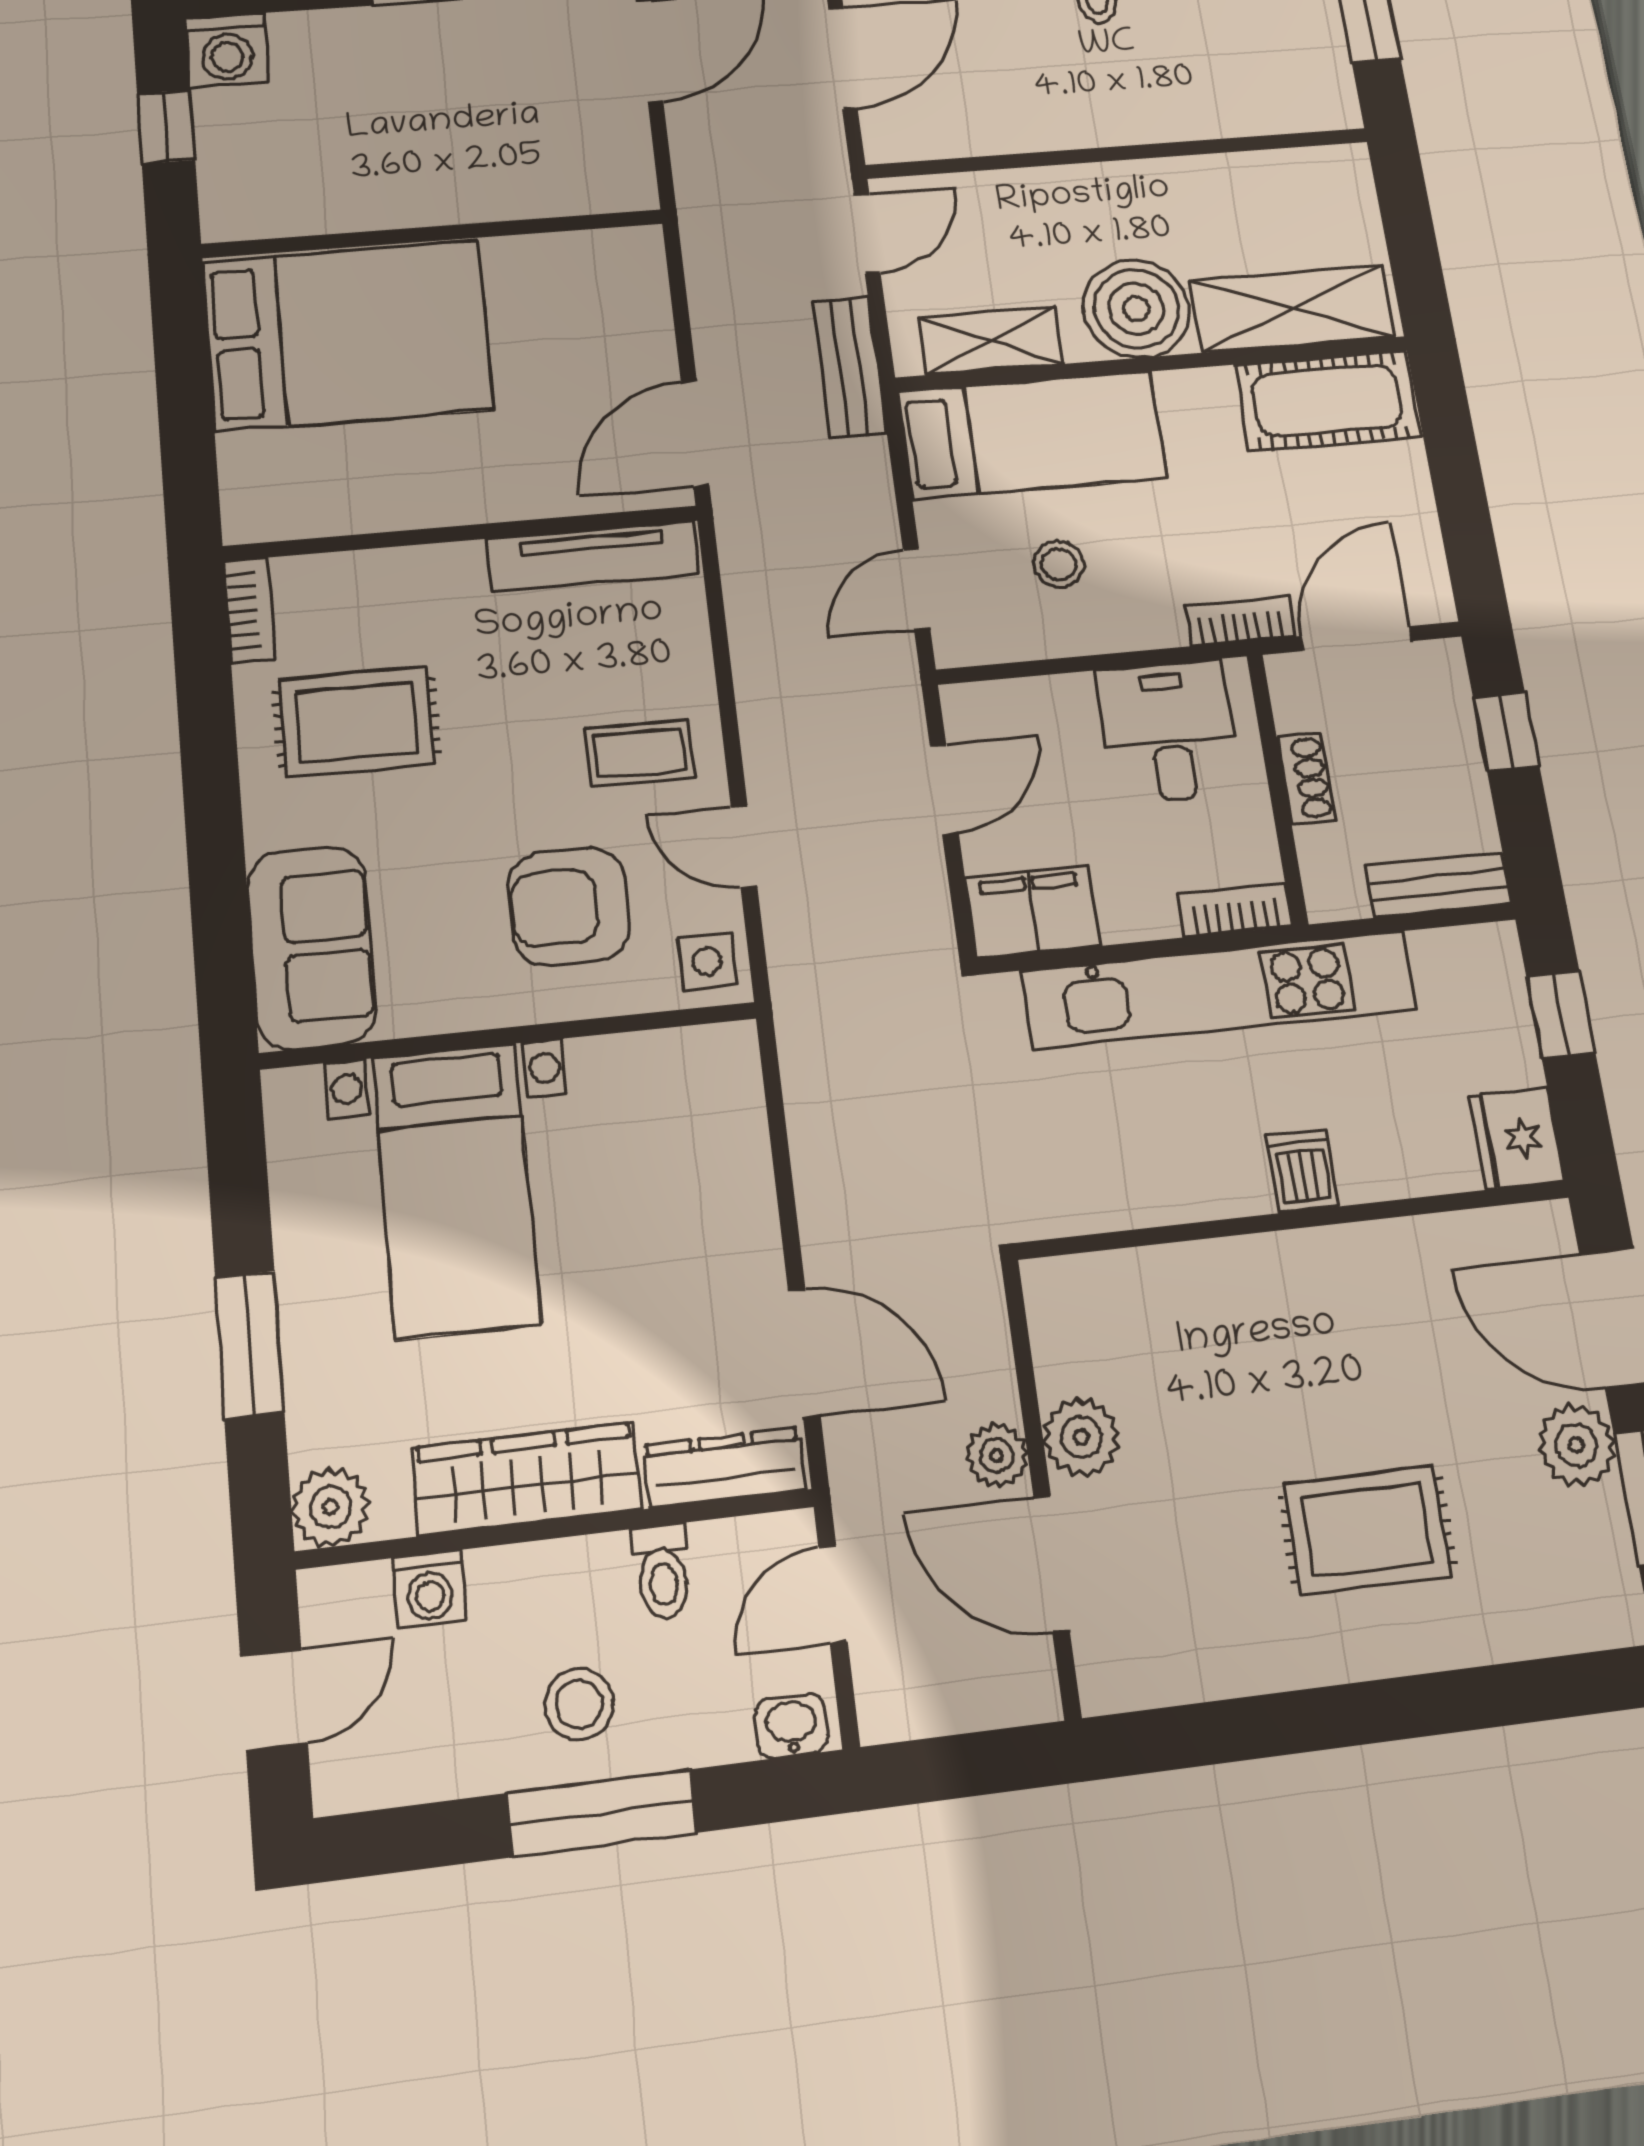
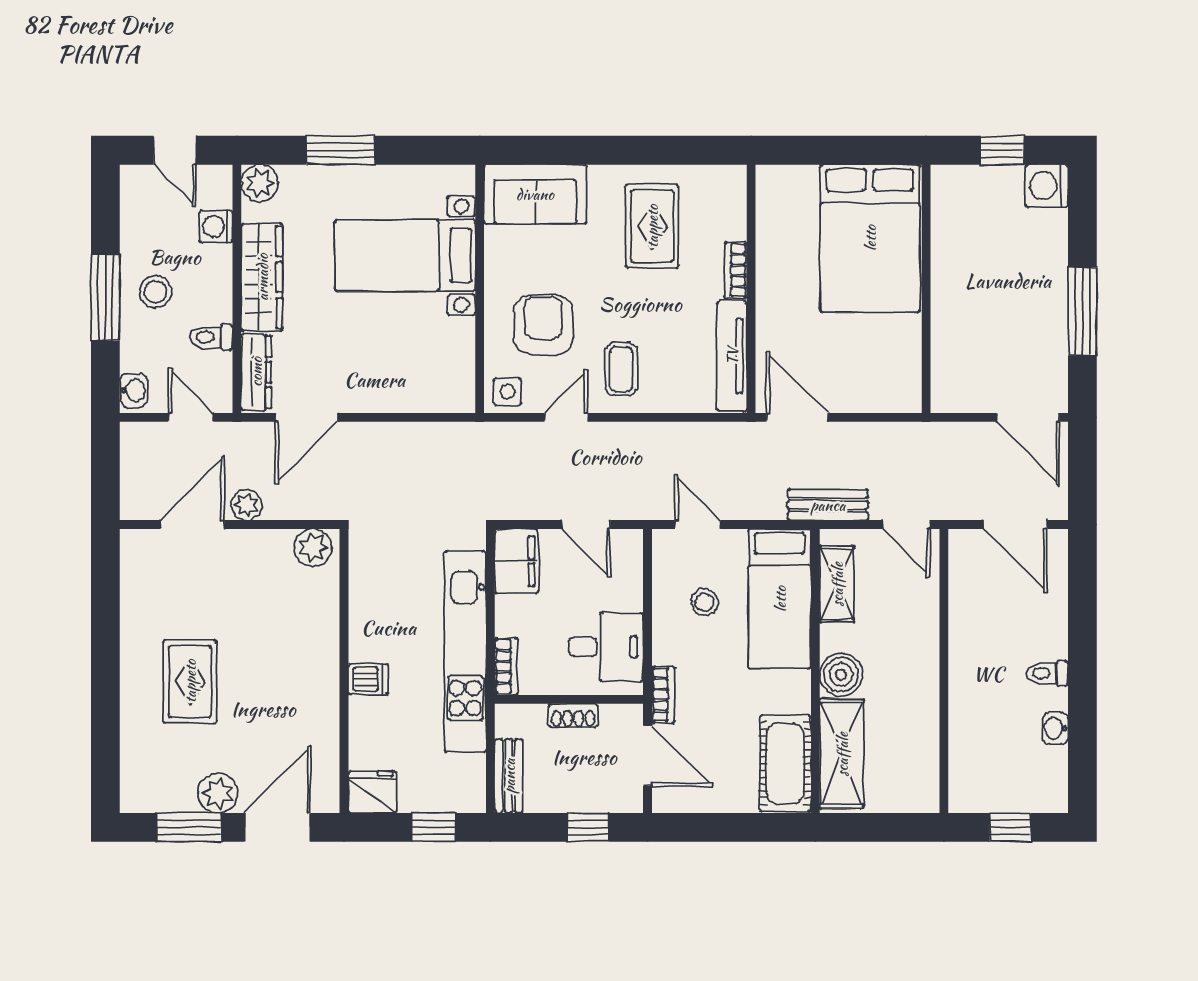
boiler: (1136, 309) -> (841, 675), width x0.73, depth x0.73
bookcase: (249, 610) -> (736, 270), moved, turned 90
plant: (1081, 1437) -> (313, 548), moved

